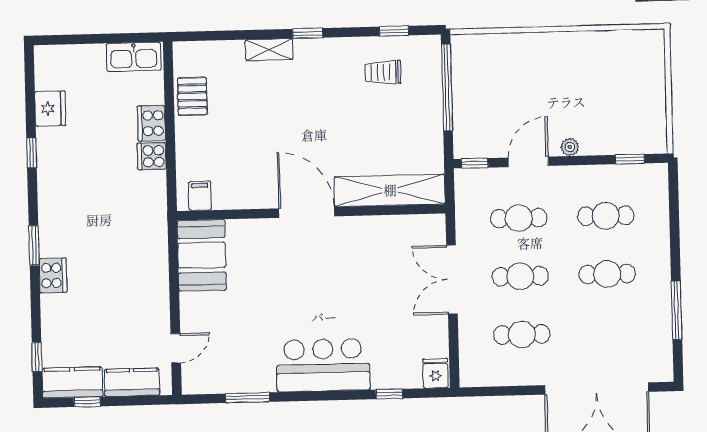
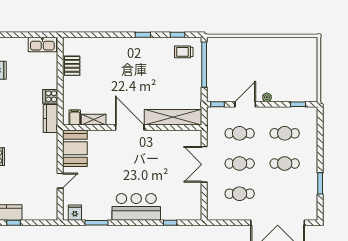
window: (308, 33) -> (143, 35), moved
shelving: (269, 50) -> (94, 120), moved
trolley: (383, 72) -> (184, 52), moved
cooker: (151, 123) -> (51, 79), removed
window: (677, 310) -> (320, 183), width x0.69
door: (176, 348) -> (60, 181), moved
fridge: (435, 373) -> (75, 213), moved
kitchen counter: (132, 382) -> (51, 118), moved, turned -90

